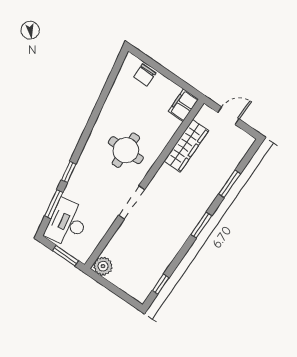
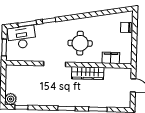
filing cabinet: (183, 105) -> (111, 58), moved
wardrobe: (186, 146) -> (88, 73), moved
plant: (103, 266) -> (11, 99), moved

